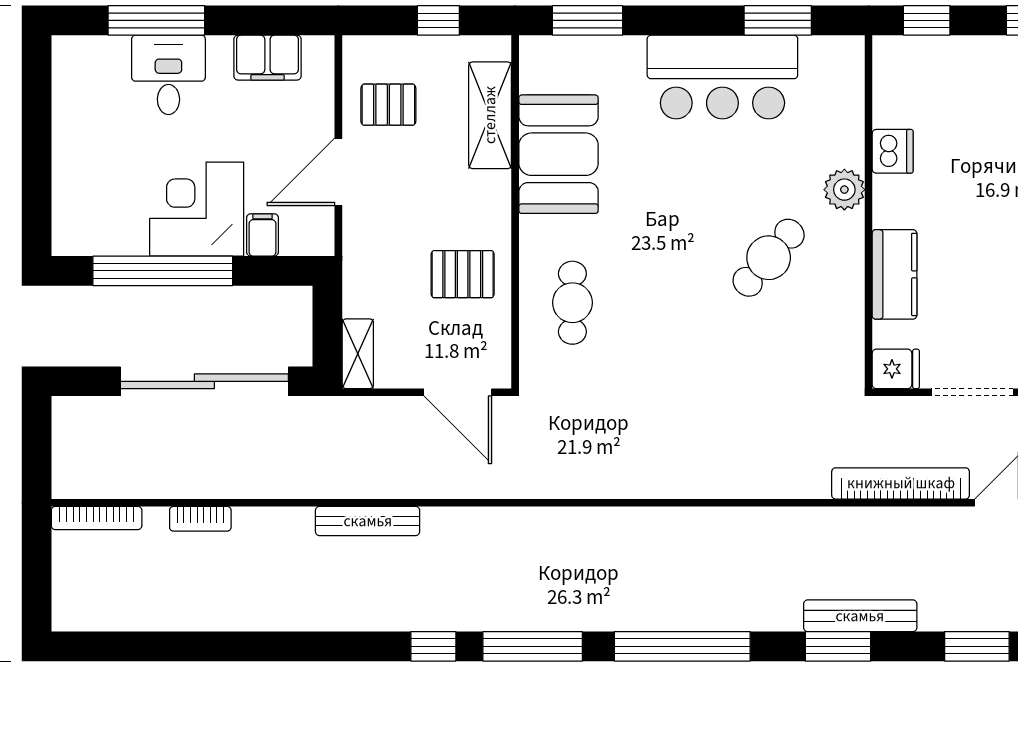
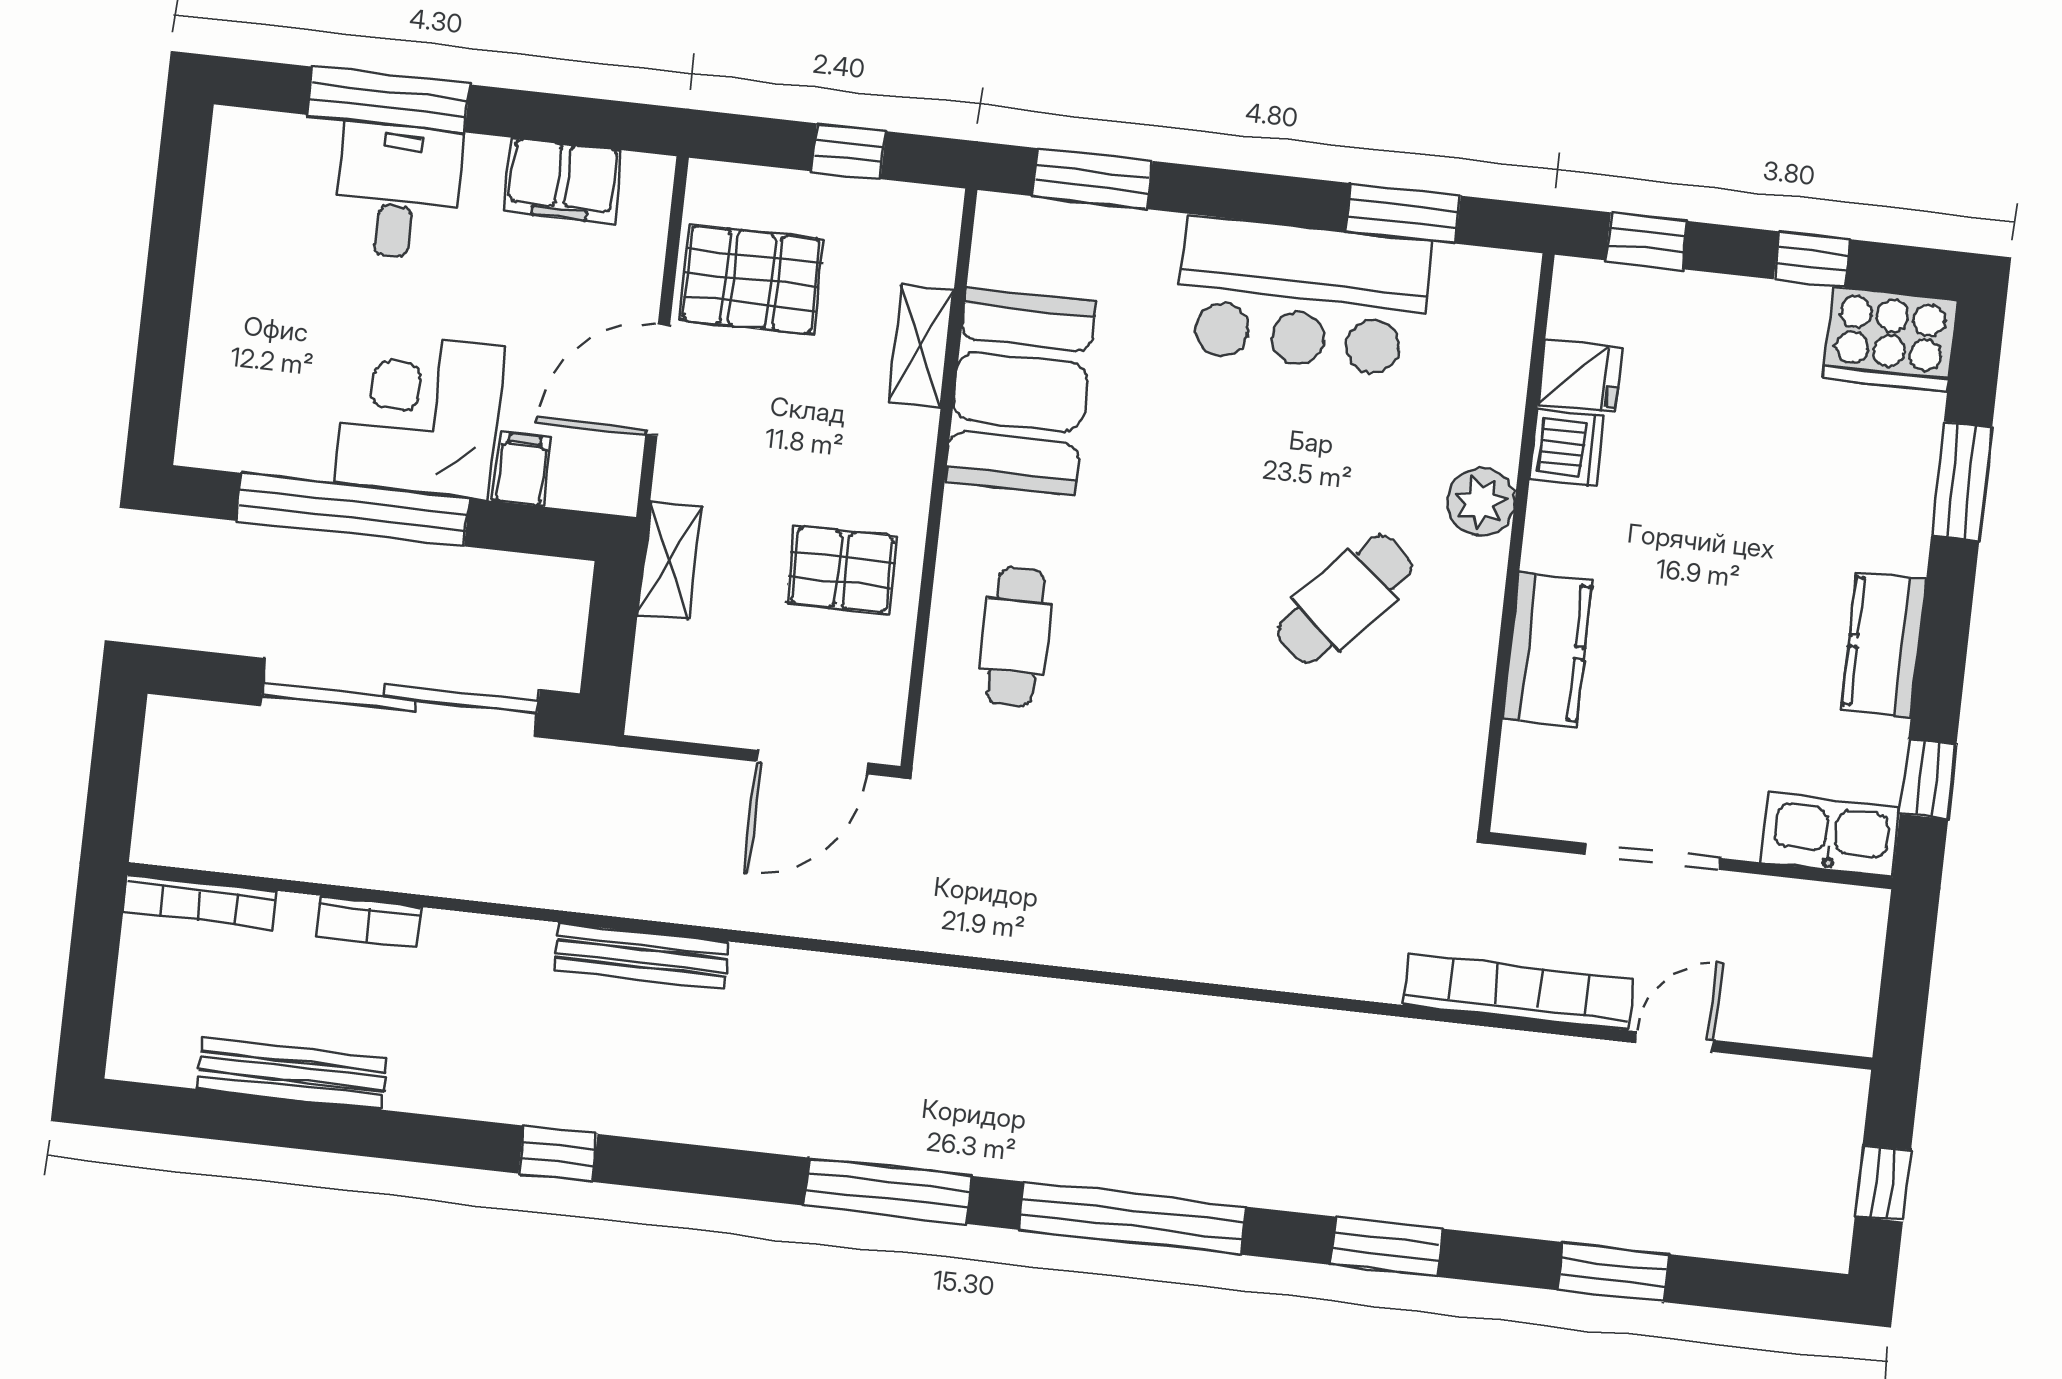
pallet: (388, 105) -> (752, 280), width x1.50, depth x1.42
shelving: (490, 115) -> (921, 346), width x0.67, depth x0.75
shelving: (358, 354) -> (670, 560), moved
fridge: (896, 369) -> (1580, 376), moved
door: (458, 392) -> (812, 762), hinge flipped
bench: (860, 616) -> (292, 1073), moved
window: (433, 646) -> (558, 1154), moved

